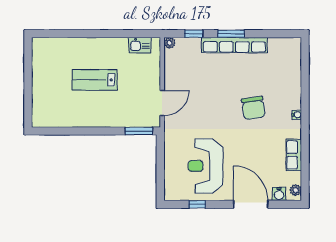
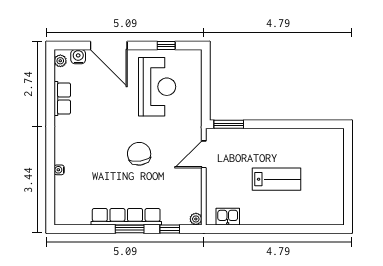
chair: (253, 108) -> (139, 154), moved
water cooler: (297, 115) -> (59, 170), moved

